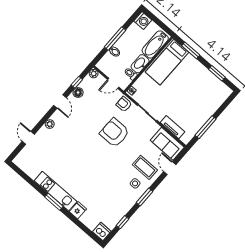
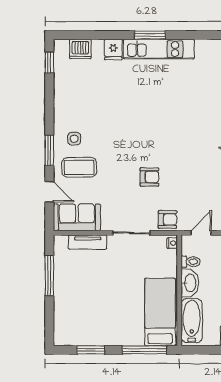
window: (191, 50) -> (144, 350), width x1.44
armchair: (115, 133) -> (149, 177), width x0.53, depth x0.53
window: (145, 197) -> (49, 150), moved
window: (123, 222) -> (49, 62), moved
dishwasher: (102, 232) -> (80, 49), moved

